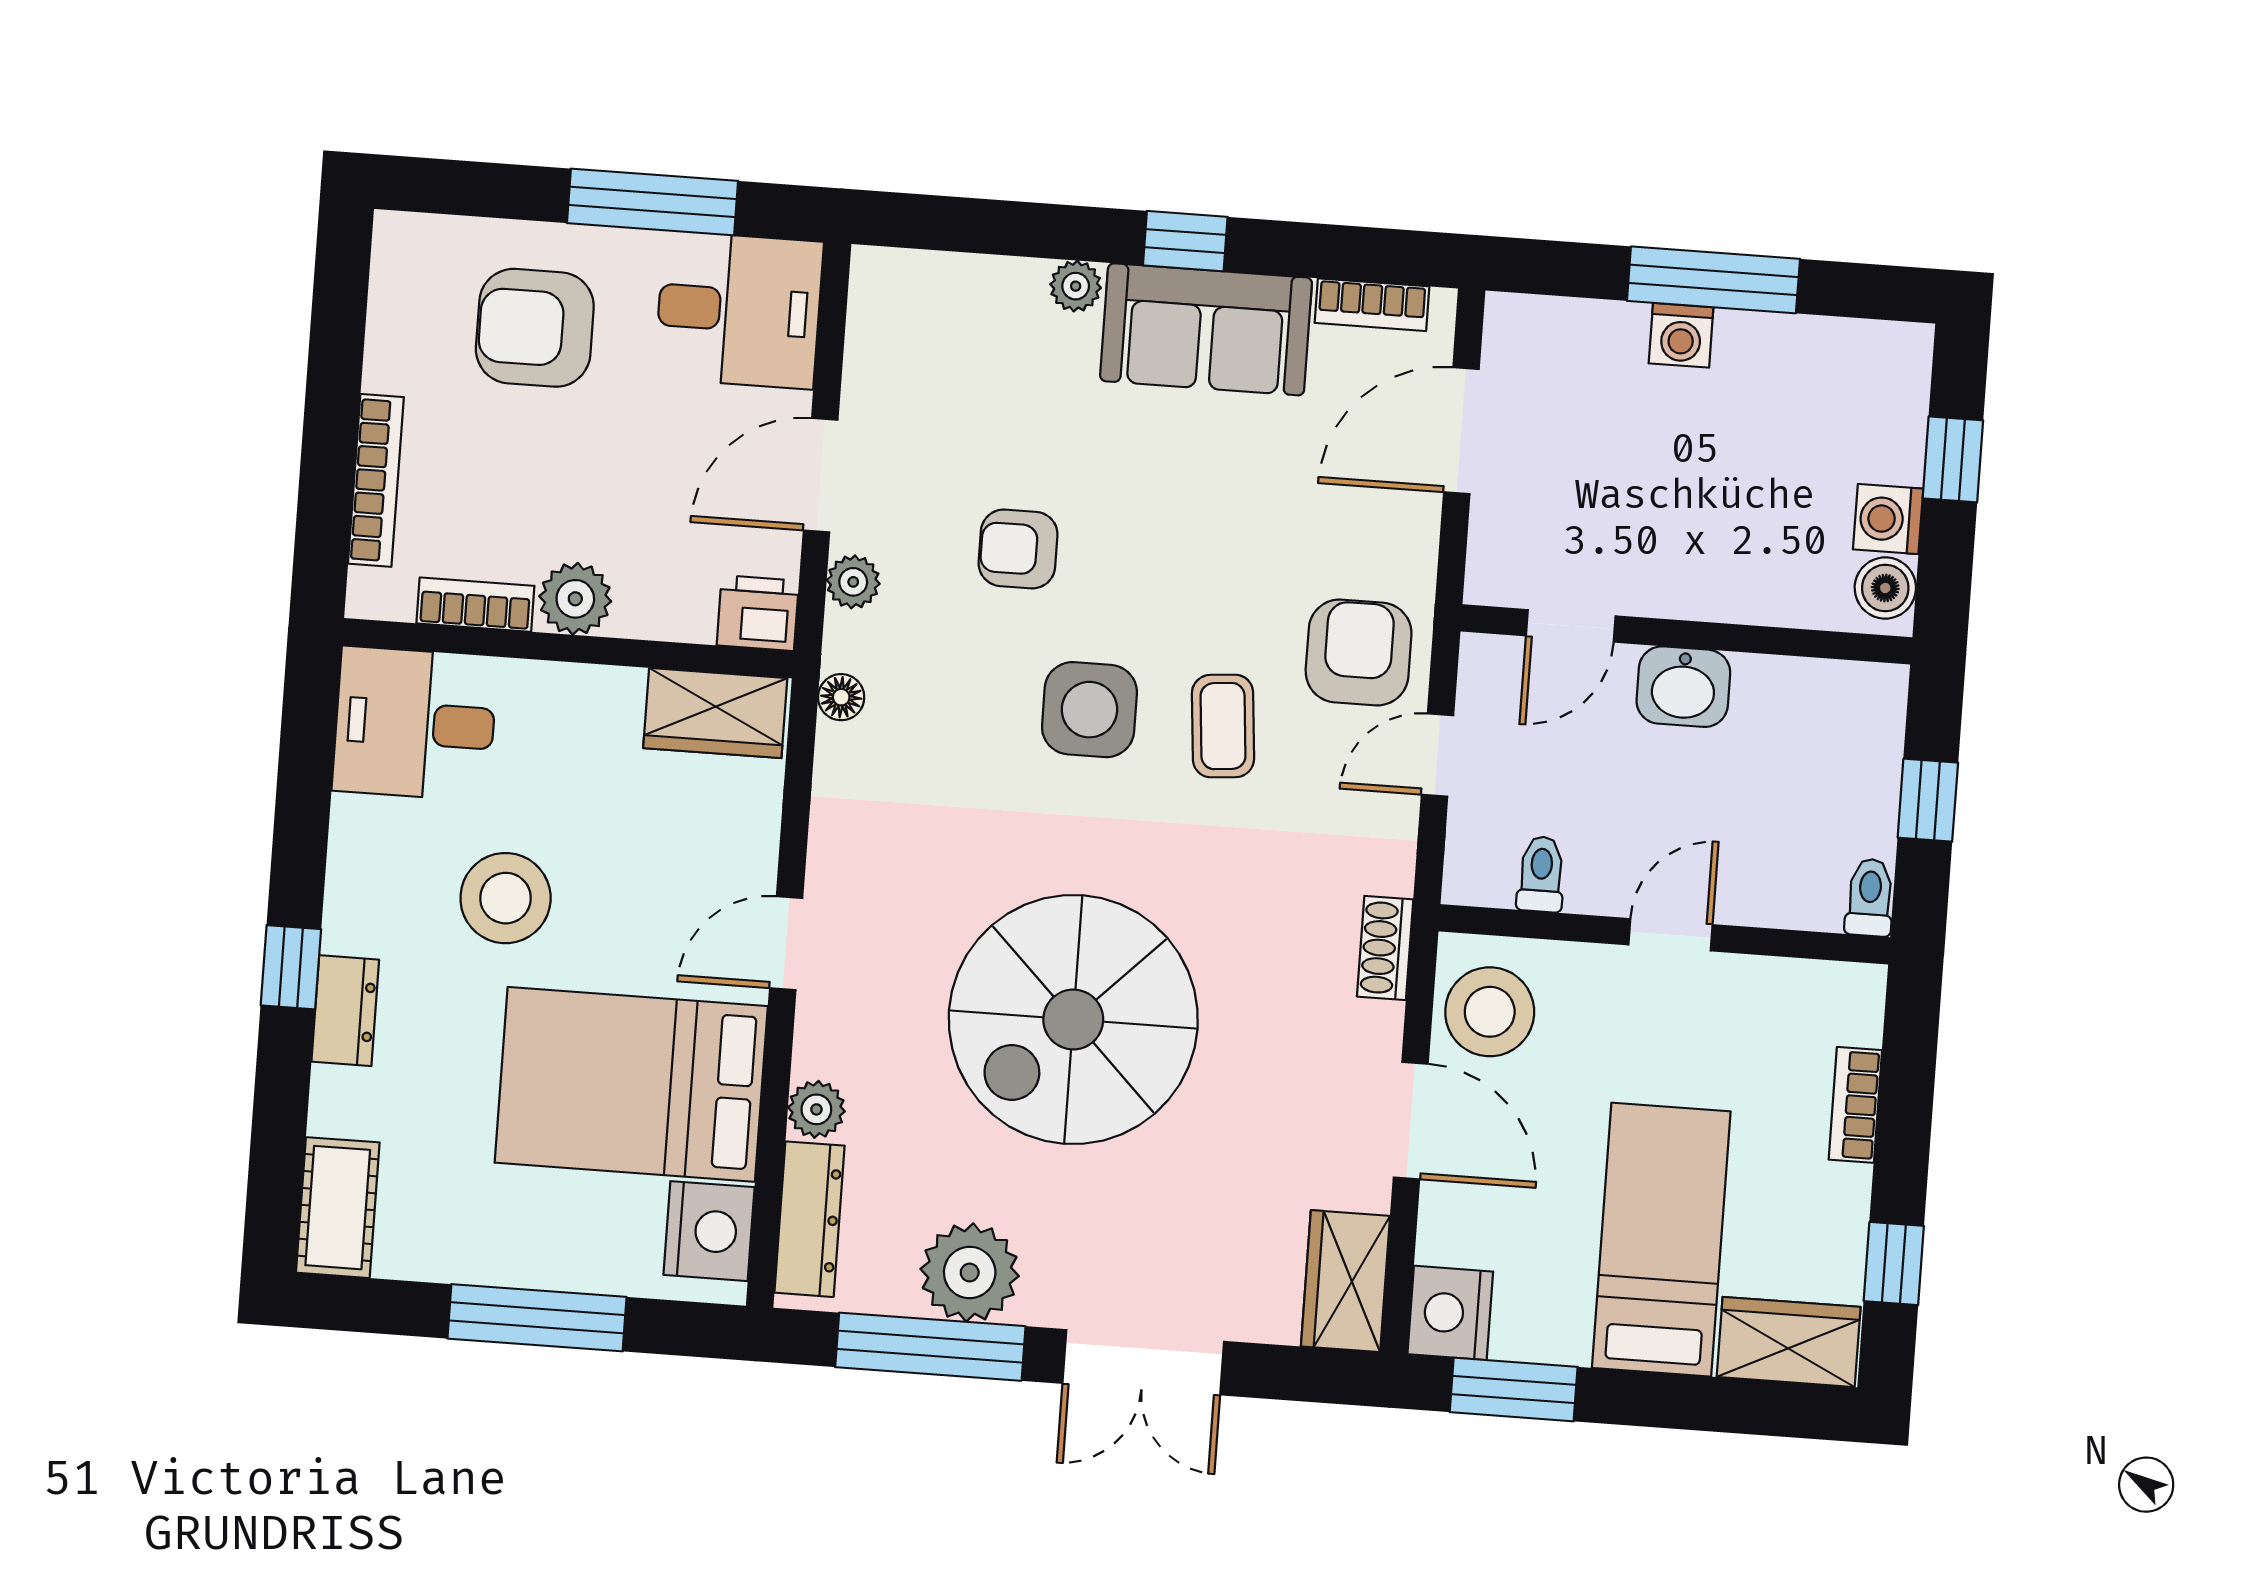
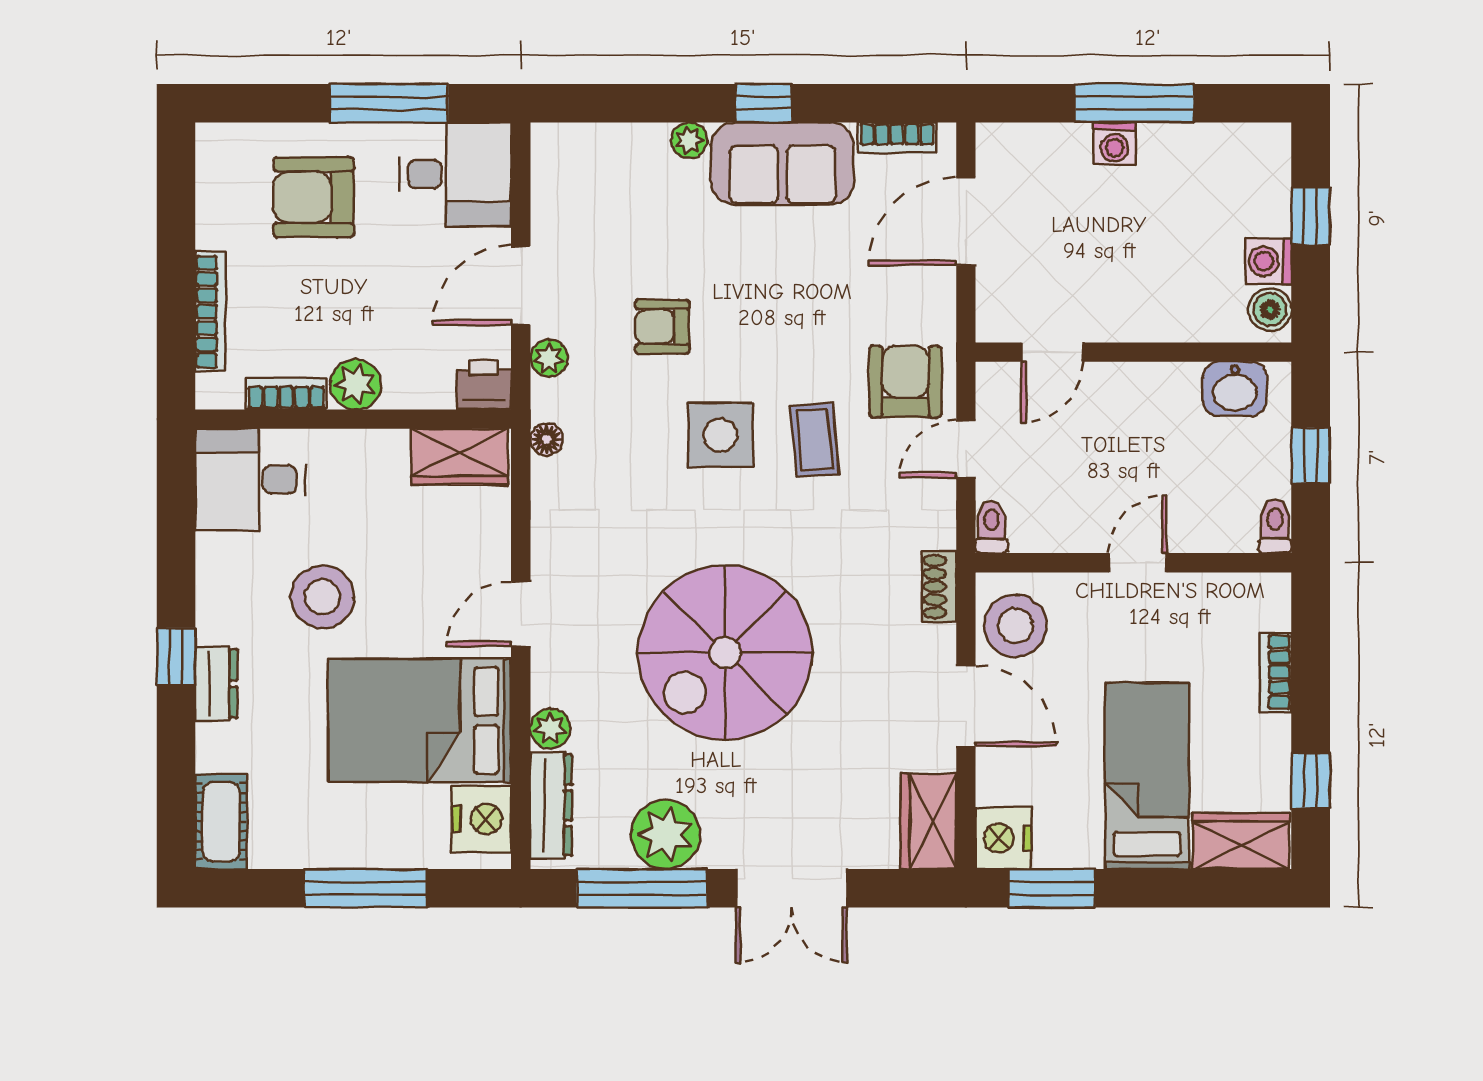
washbasin: (1683, 687) -> (1235, 389), moved
toilet: (1541, 874) -> (992, 527), moved

